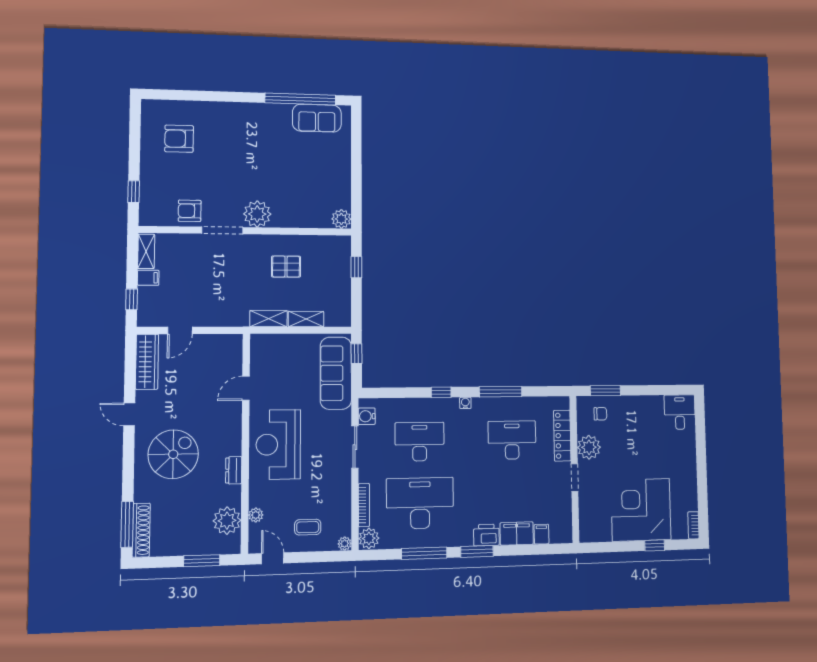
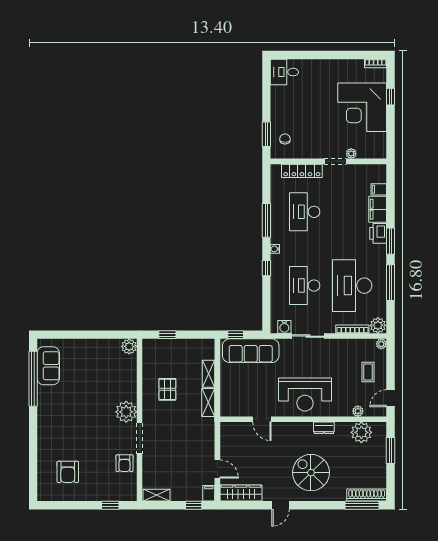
filing cabinet: (148, 278) -> (209, 493), moved
plant: (589, 447) -> (351, 154), moved, width x0.53, depth x0.53

